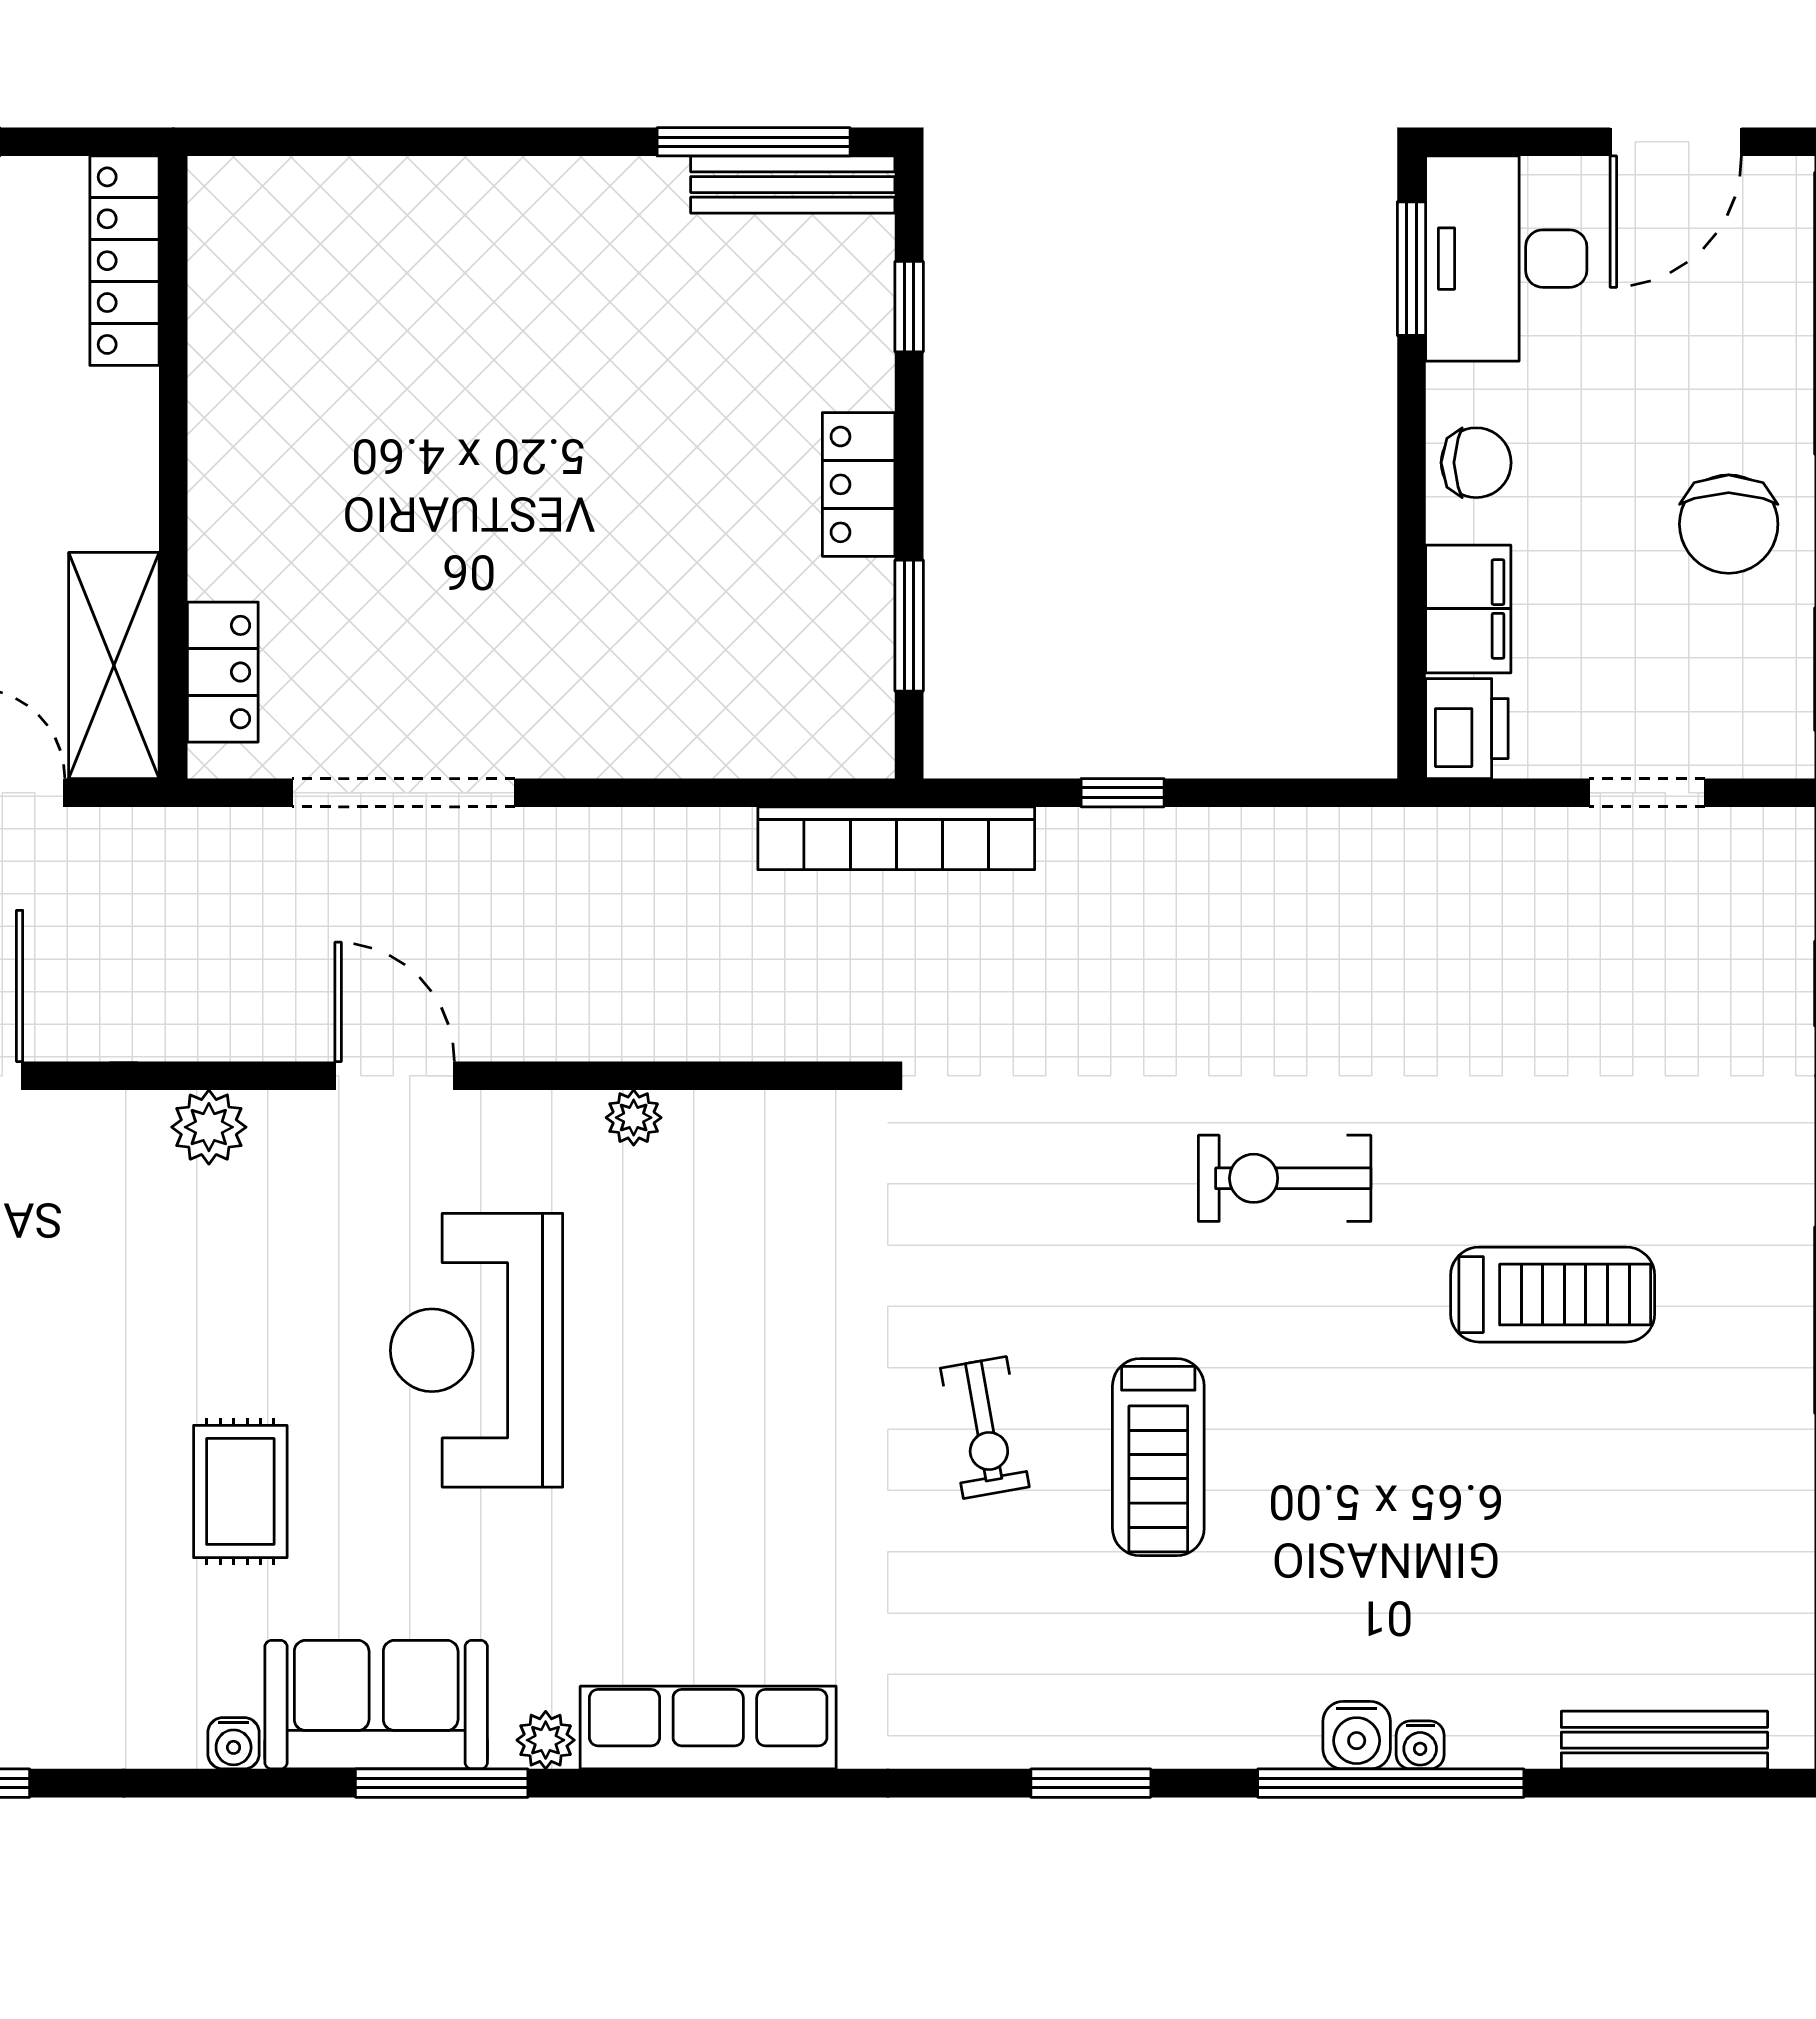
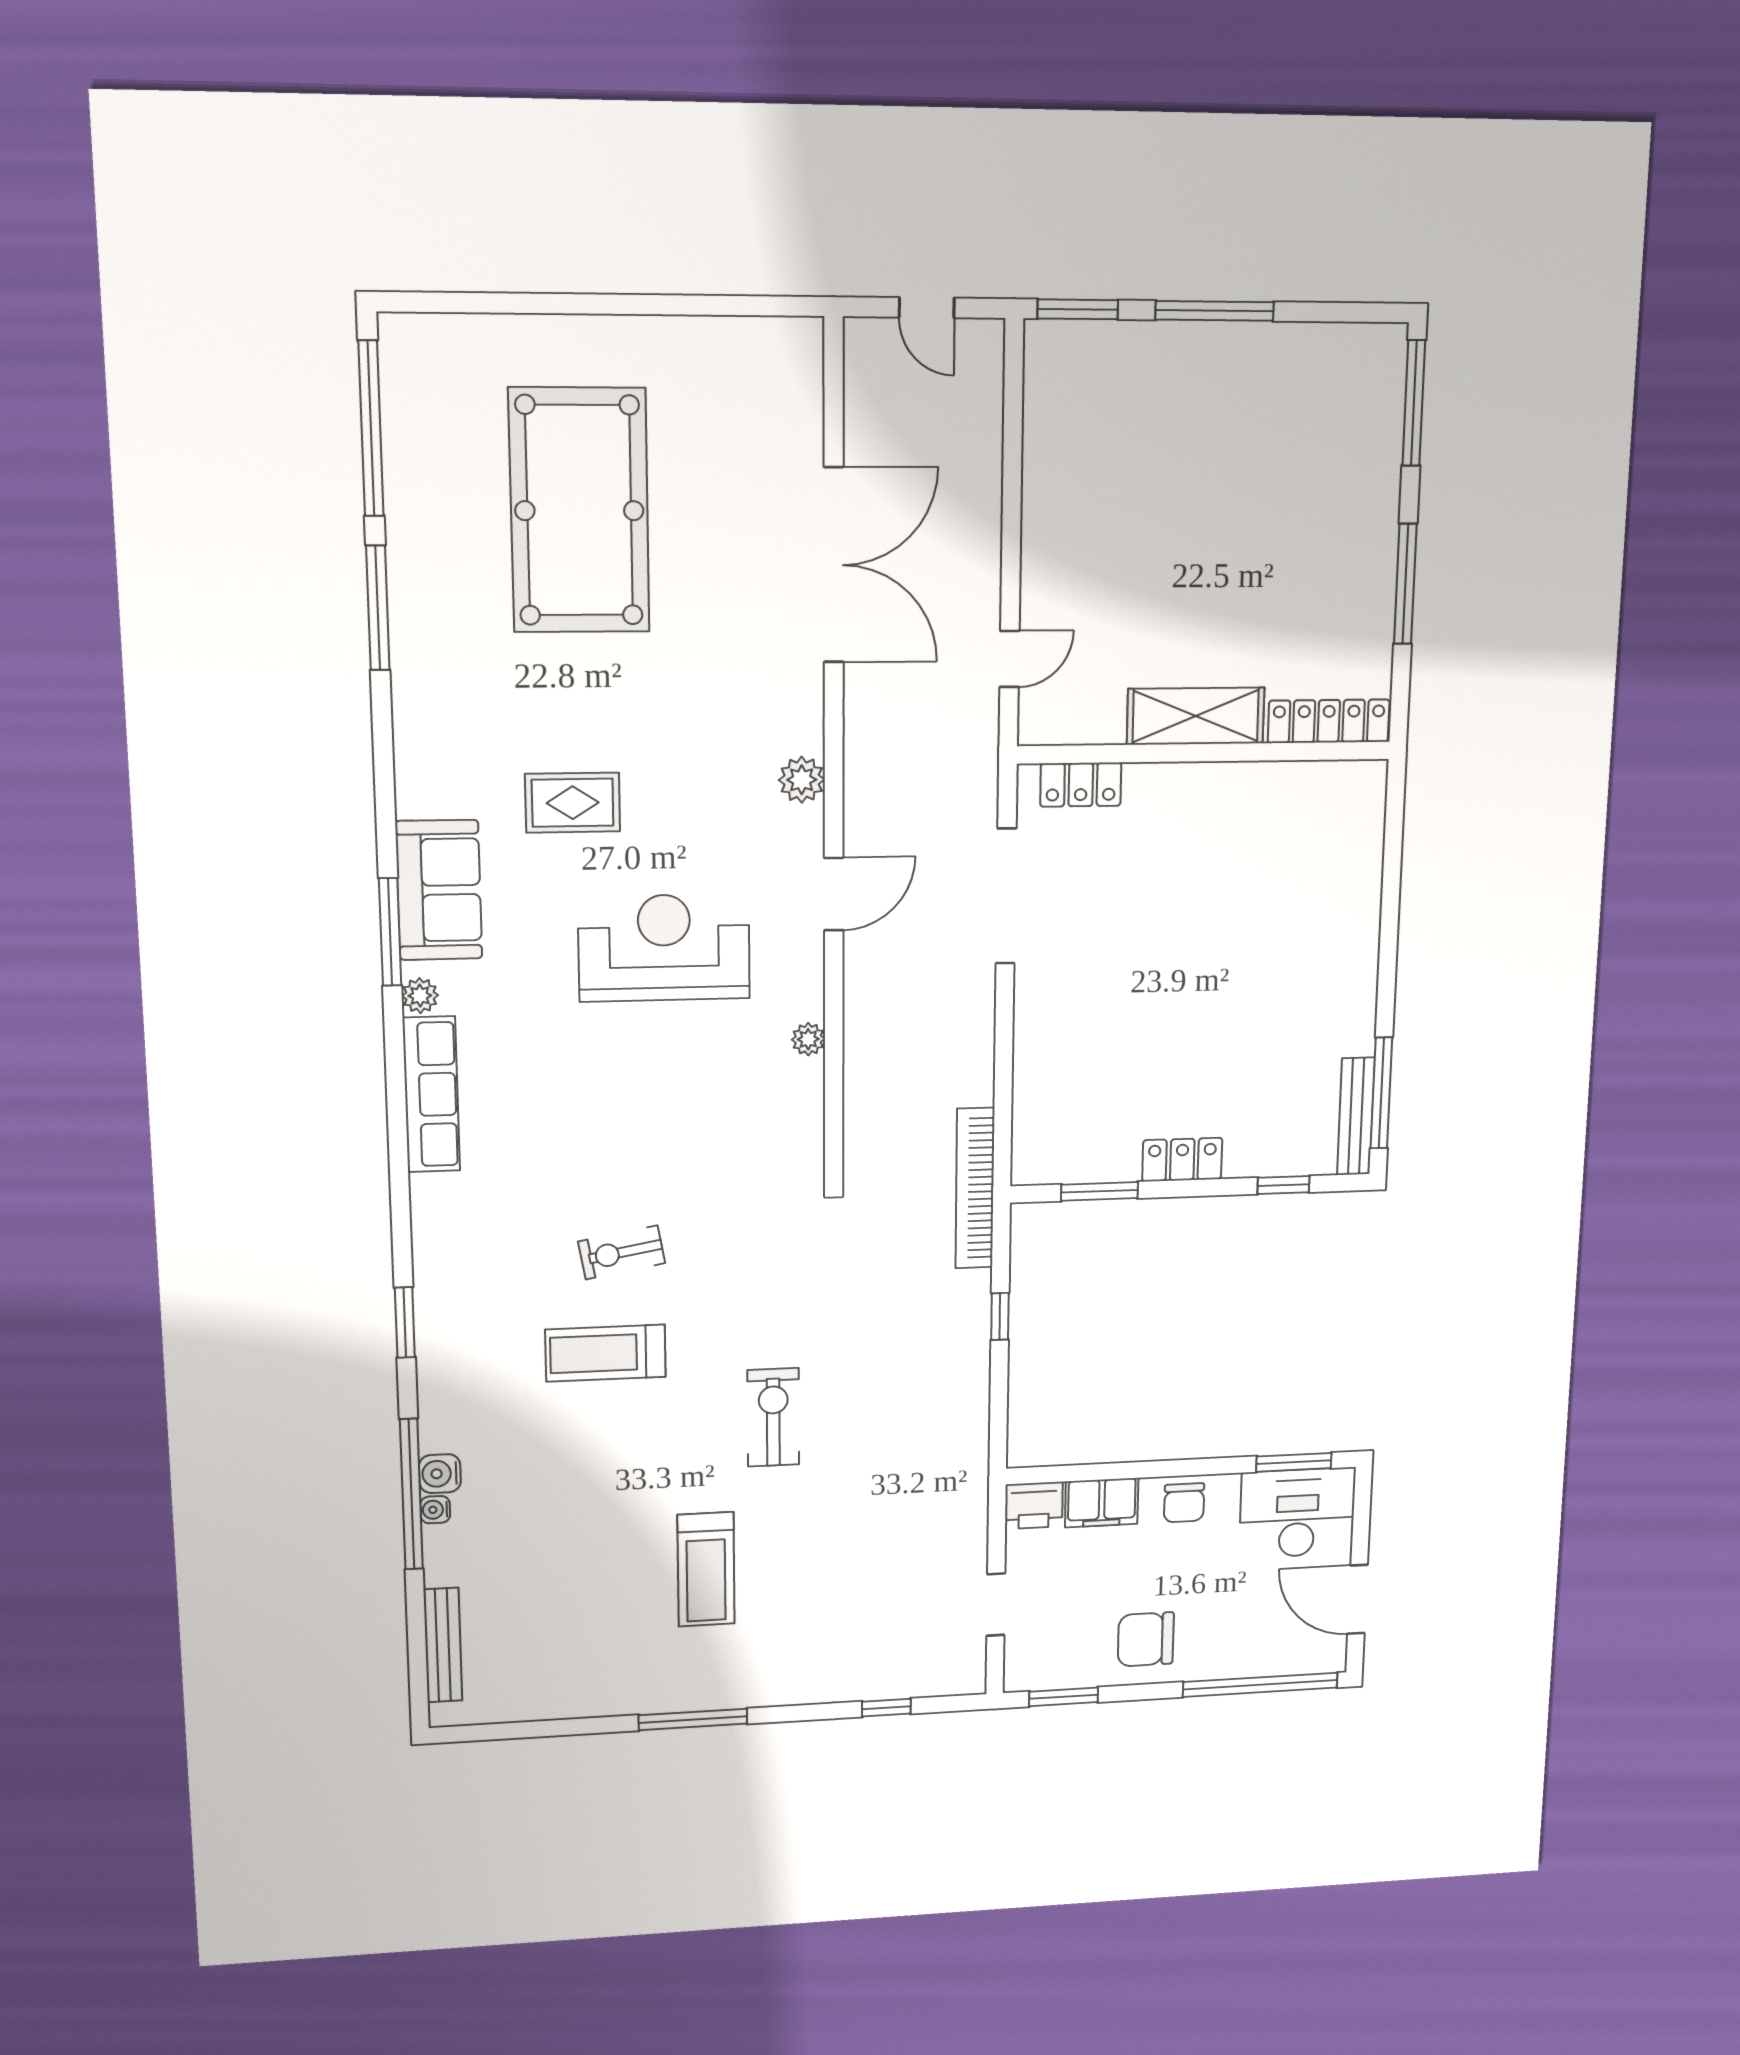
shelving: (114, 665) -> (1196, 716), moved
water cooler: (234, 1743) -> (411, 801), removed

